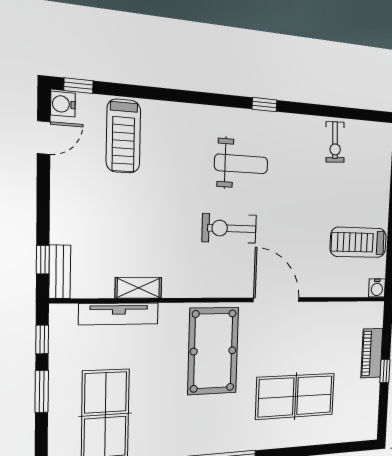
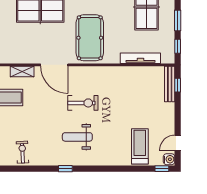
bench: (60, 272) -> (170, 84), width x1.36
shelving: (138, 288) -> (22, 71), moved

